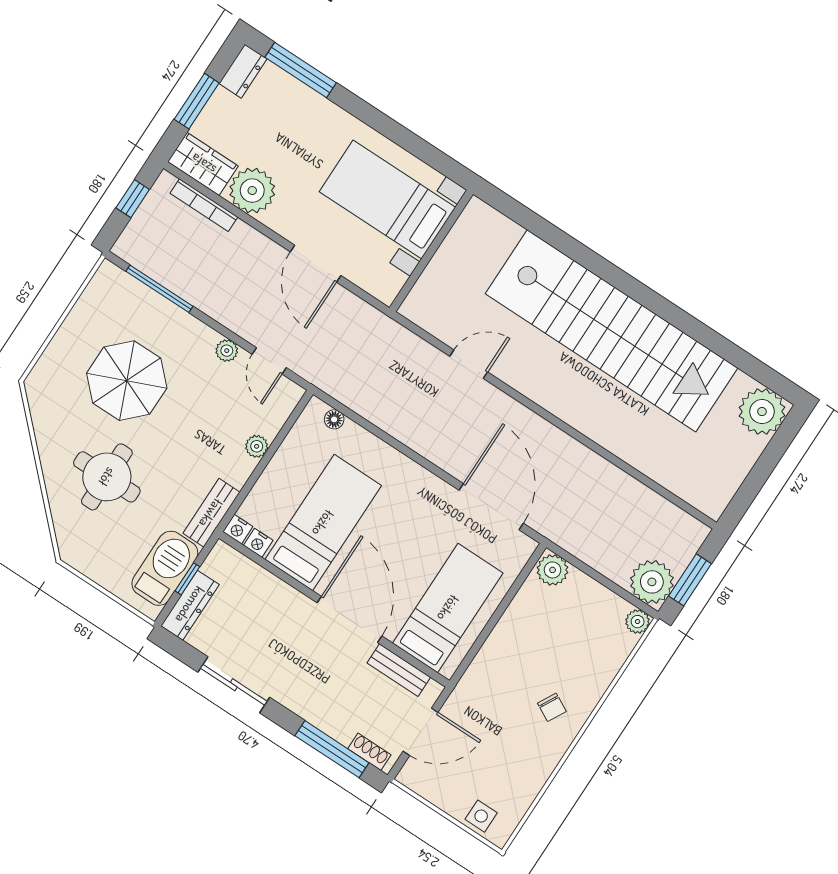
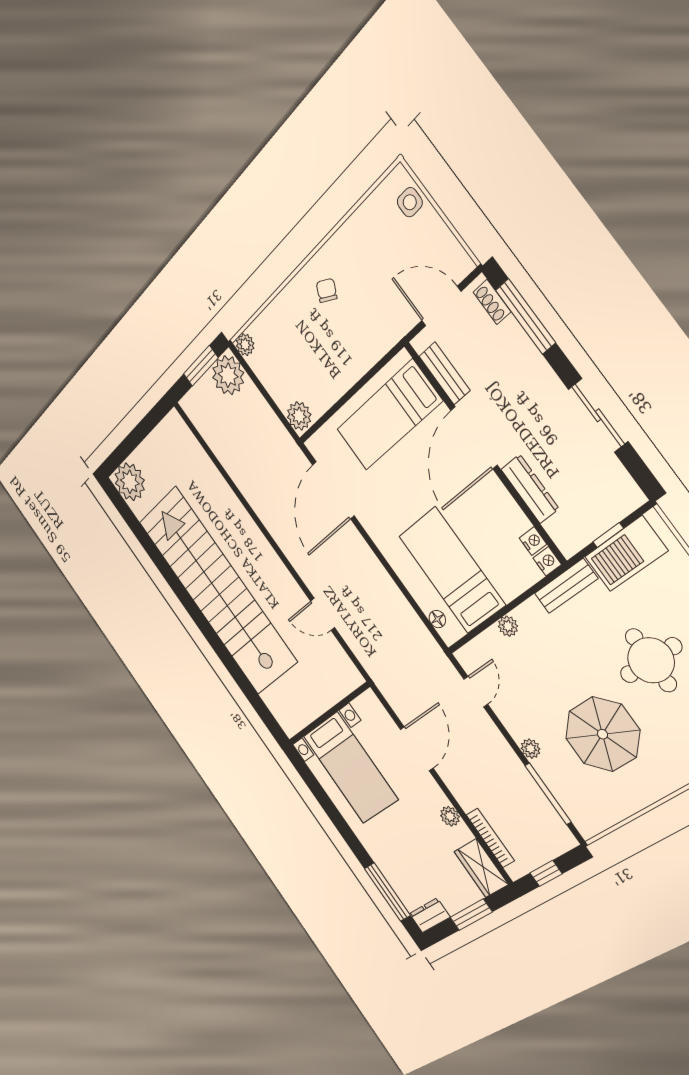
plant: (252, 191) -> (450, 816), width x0.53, depth x0.53
plant: (227, 351) -> (531, 749), moved
bed: (323, 523) -> (452, 570), moved, turned 90
dresser: (190, 605) -> (530, 489), moved, turned 90

